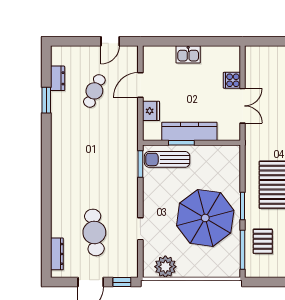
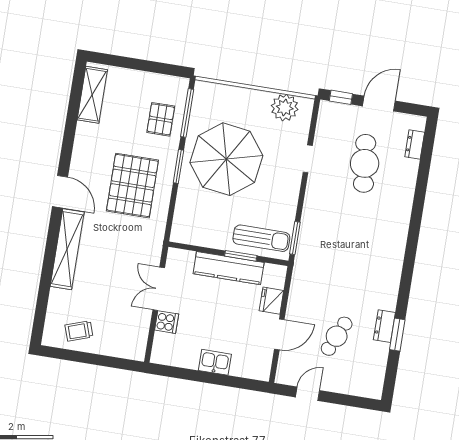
dresser: (58, 78) -> (384, 326), moved
dresser: (57, 254) -> (415, 145), width x0.70

